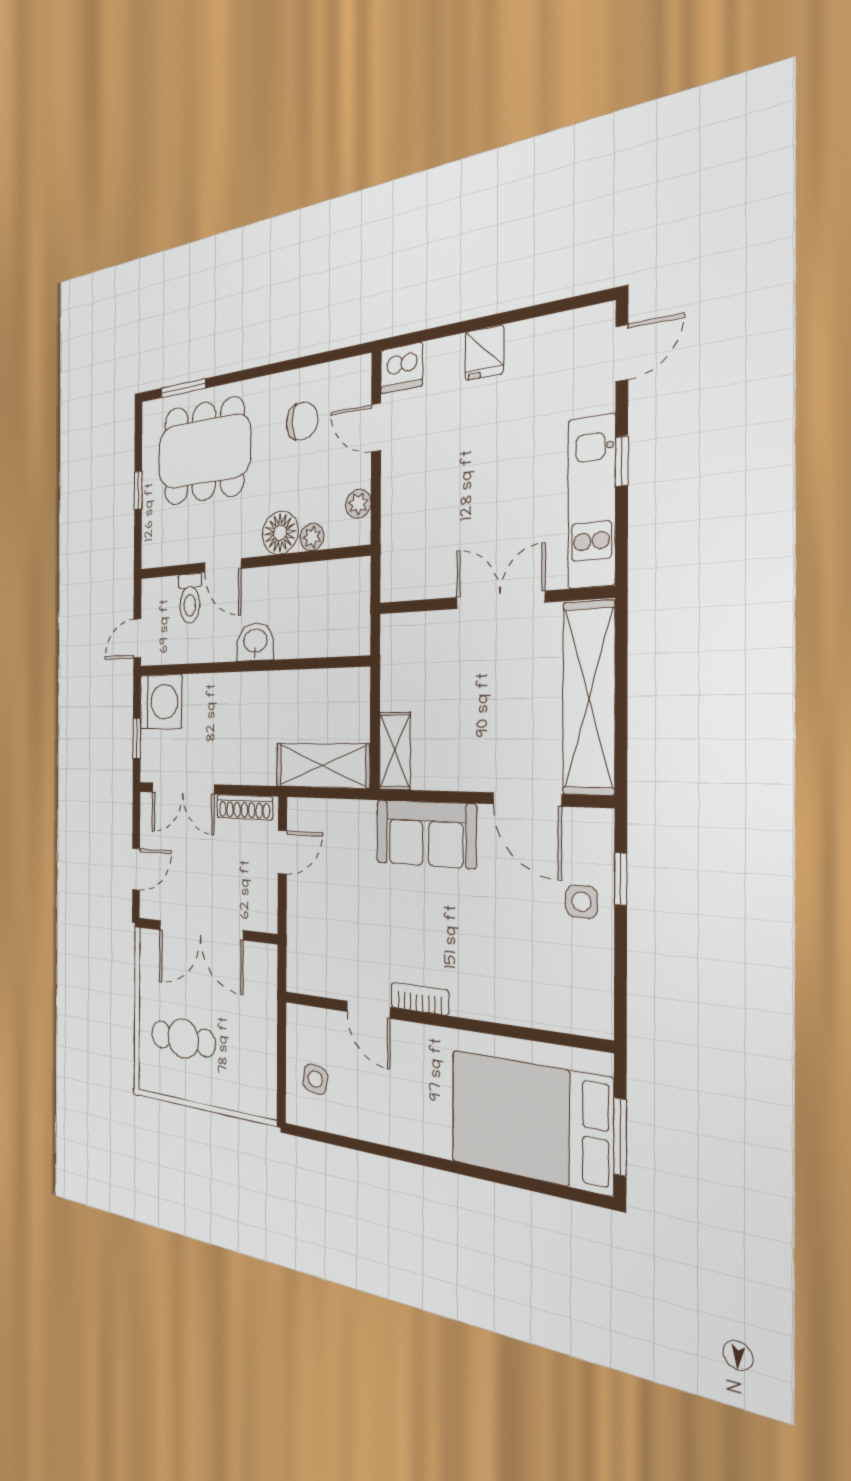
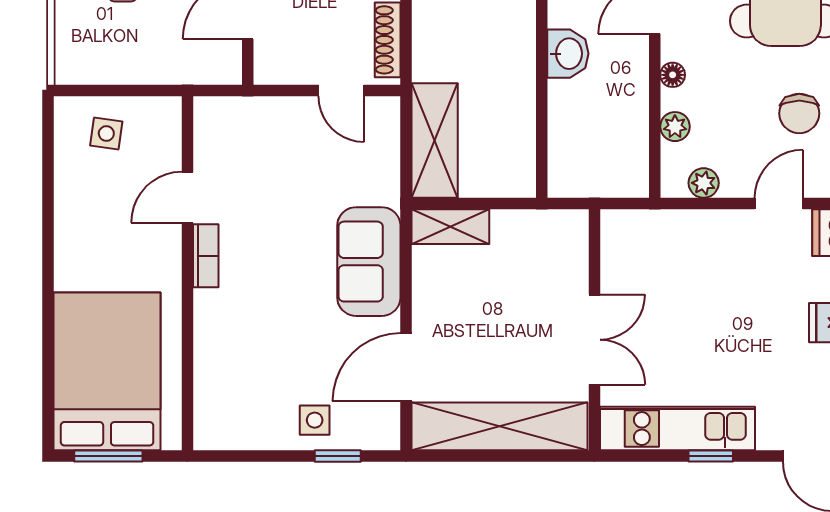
floor lamp: (280, 533) -> (673, 75), width x0.53, depth x0.53

